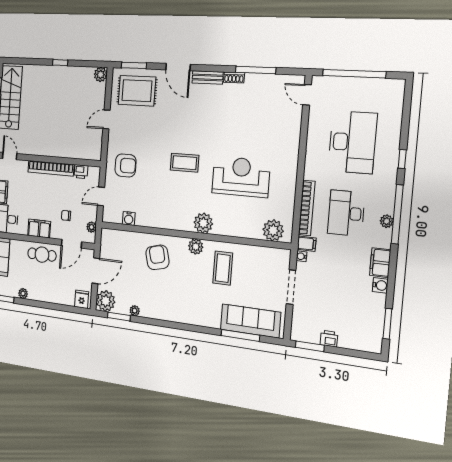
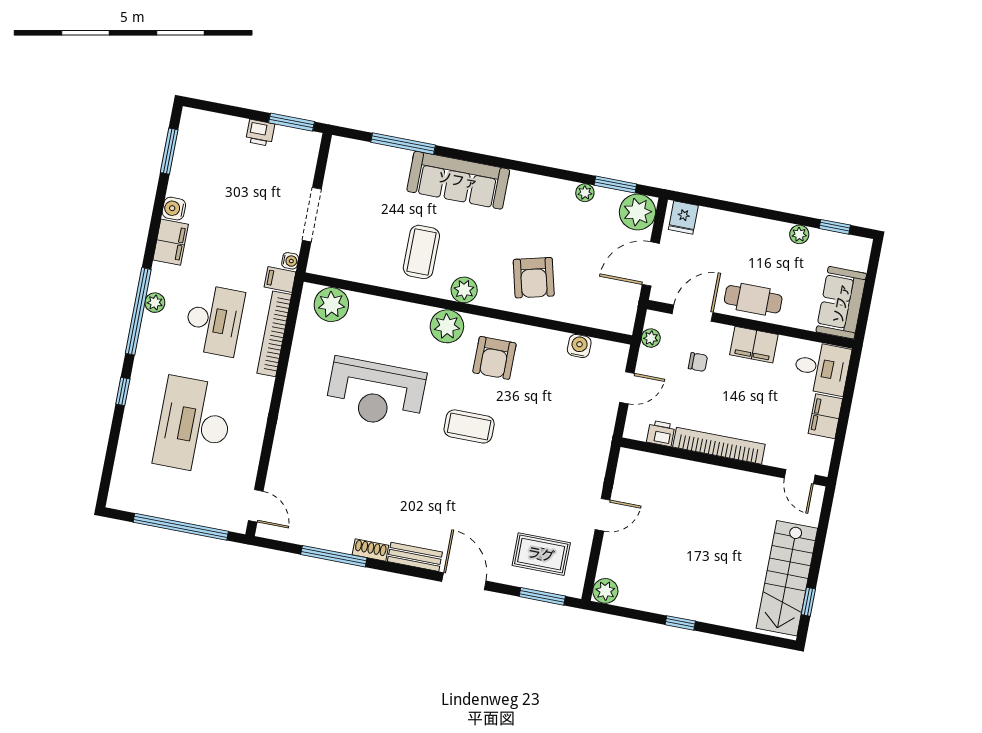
rug: (137, 91) -> (541, 554), width x0.73, depth x0.70
armchair: (126, 165) -> (494, 358), moved, turned -90
sofa: (250, 321) -> (458, 180), moved

